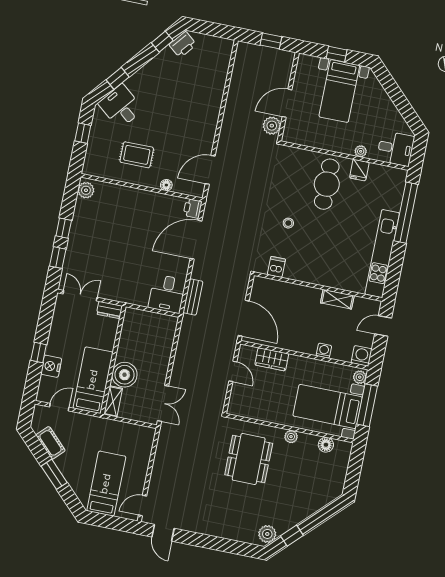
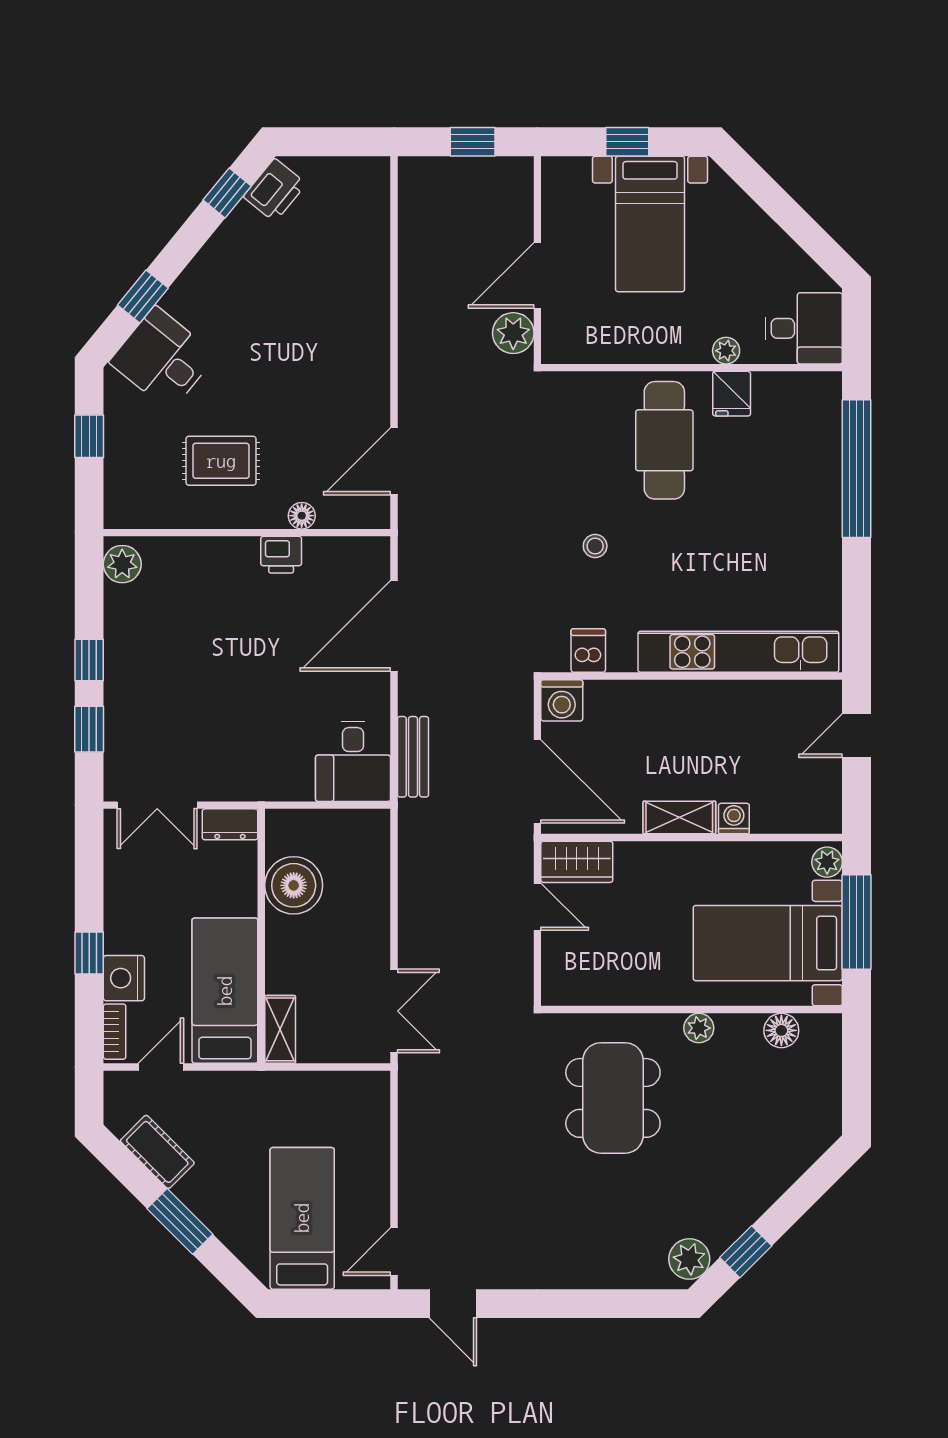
printer: (193, 208) -> (281, 555), moved, turned -90
kitchen unit: (382, 254) -> (738, 652), moved, turned 90
double door: (80, 296) -> (157, 805), swing flipped
shelving: (337, 299) -> (679, 818), moved
washing machine: (362, 356) -> (562, 700), moved, turned 180
wardrobe: (272, 359) -> (577, 862), moved
boiler: (125, 375) -> (294, 885), moved
bookcase: (43, 388) -> (115, 1032), added

